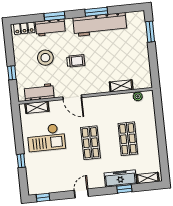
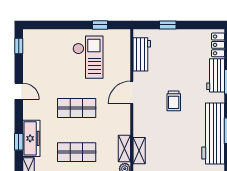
stool: (45, 58) -> (181, 66), removed
shelving: (37, 107) -> (124, 149), moved
checkout: (46, 138) -> (88, 57), turned 180
window: (21, 161) -> (100, 25), moved

